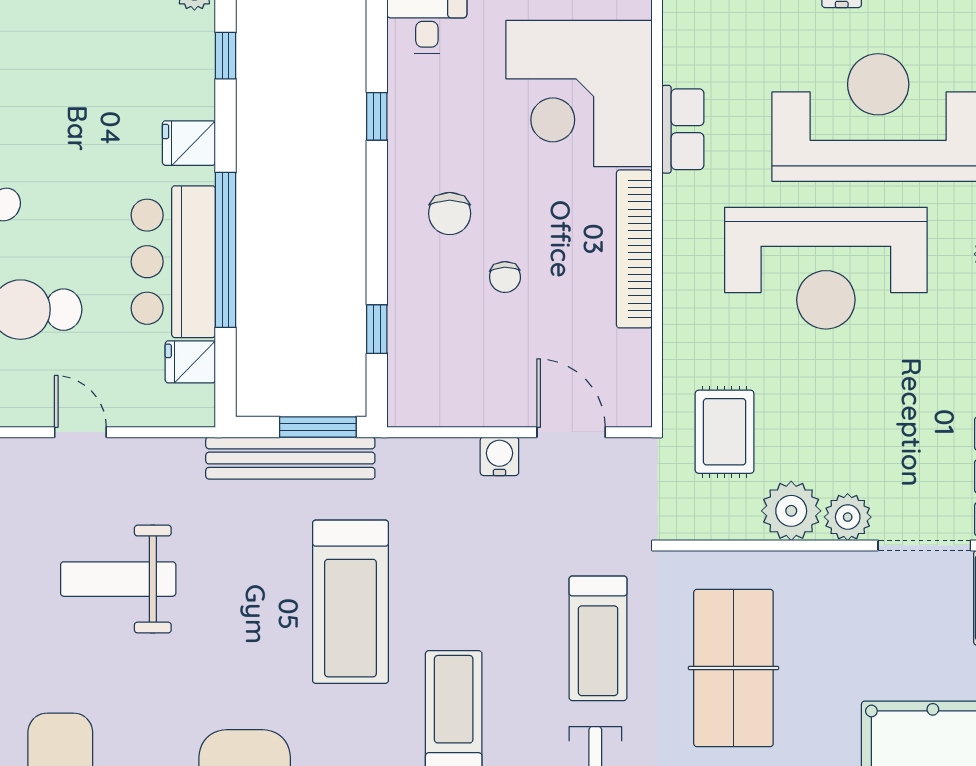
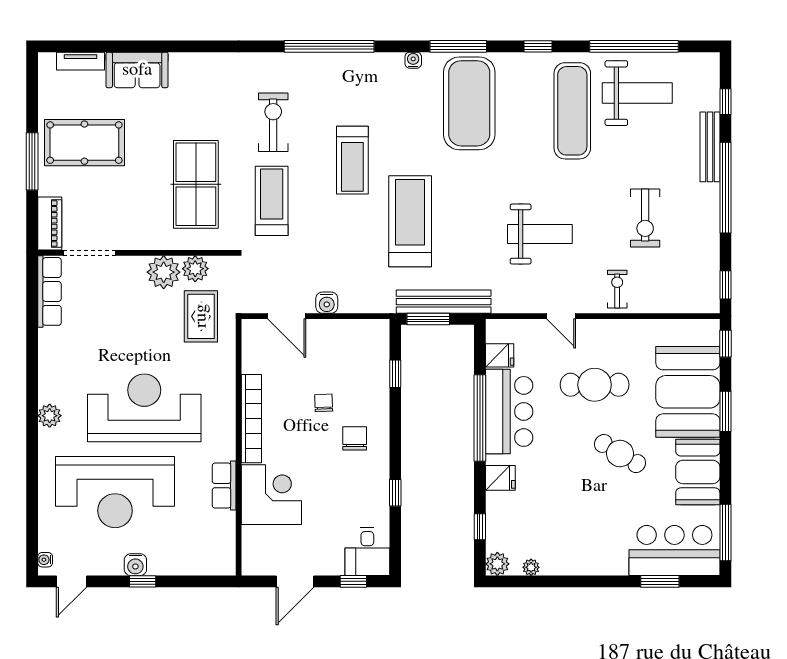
corner desk: (579, 94) -> (271, 495), width x0.74, depth x0.74
plant: (848, 517) -> (195, 269), moved

